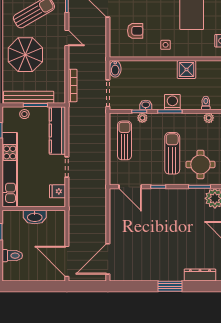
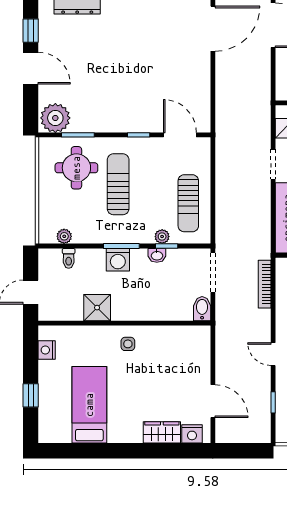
armchair: (135, 31) -> (173, 365), removed
sun lounger: (172, 153) -> (118, 184), turned 180

